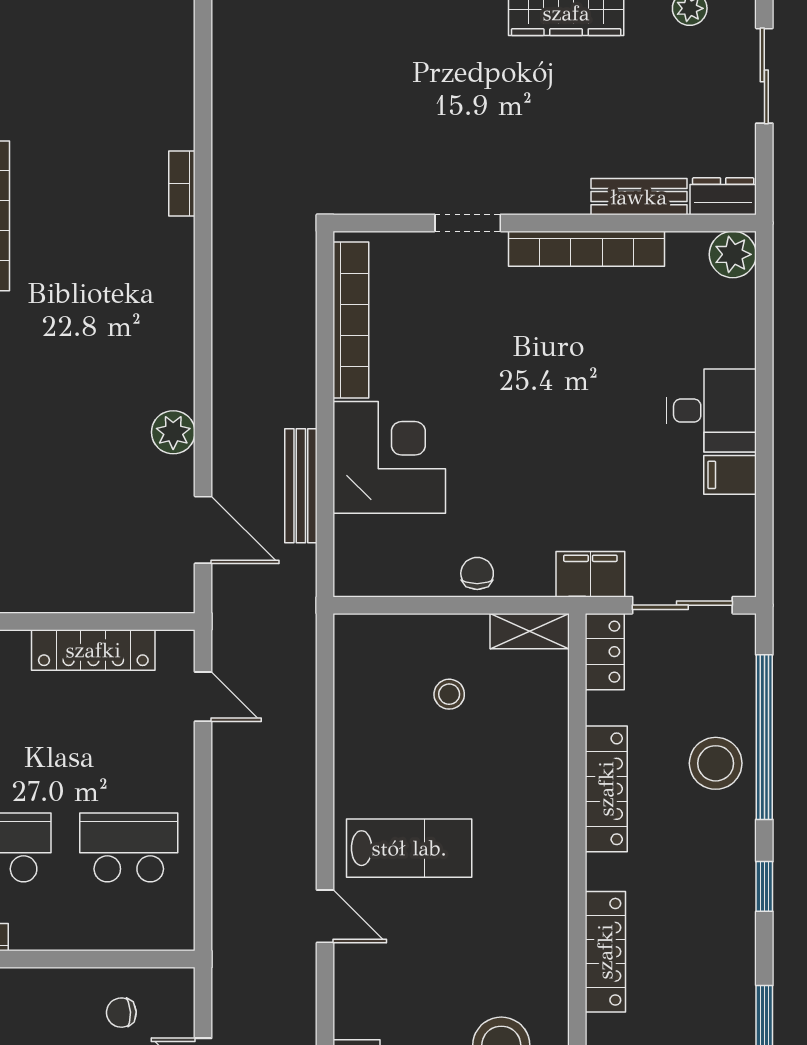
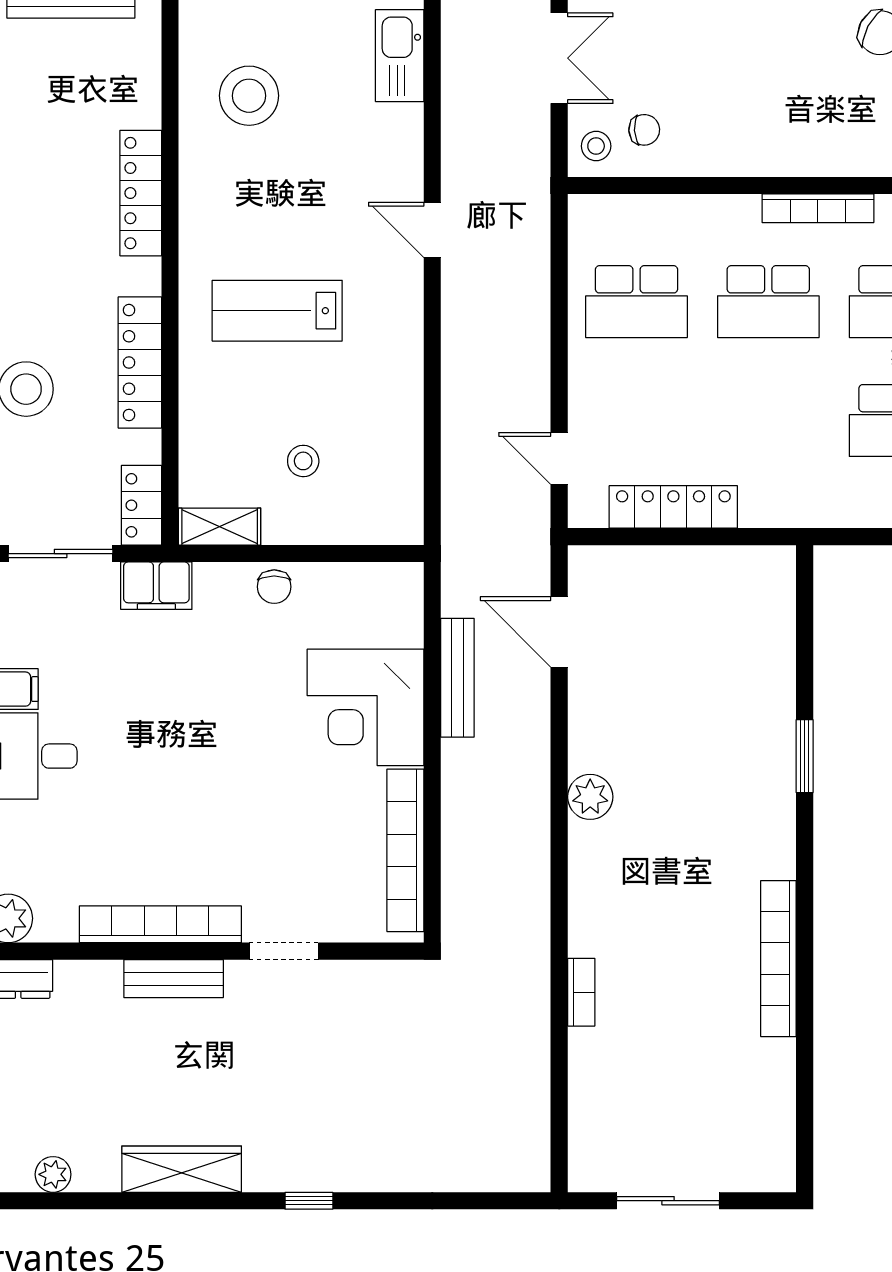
bench: (639, 197) -> (174, 979), moved
plant: (173, 432) -> (590, 797), moved
lab bench: (409, 848) -> (277, 311), moved
stool: (168, 997) -> (596, 146), added

